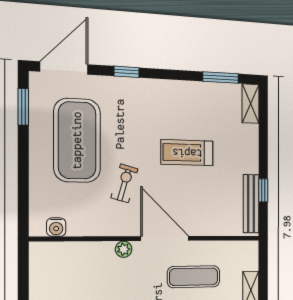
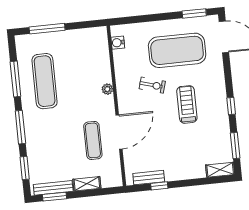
window: (126, 72) -> (231, 106), moved
treadmill: (187, 153) -> (187, 104), moved
bench: (251, 204) -> (149, 178), width x0.73
door: (165, 238) -> (119, 132), moved

